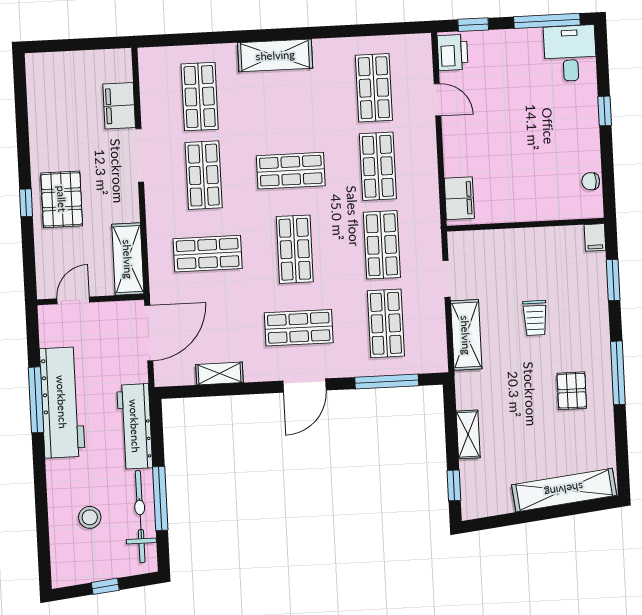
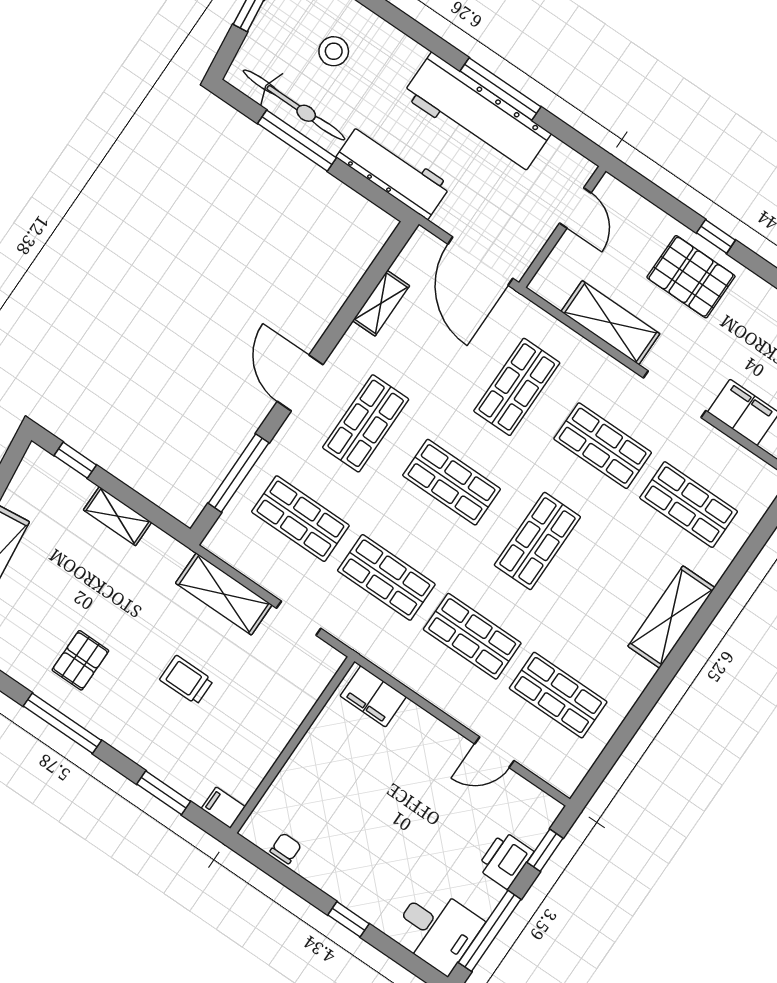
printer: (453, 53) -> (505, 860), moved, turned 90
shelving: (128, 259) -> (610, 323), moved
pallet: (572, 391) -> (80, 660), turned 90

